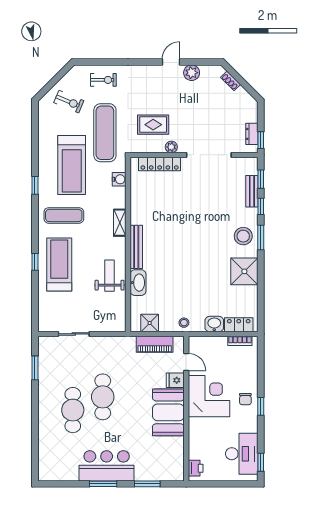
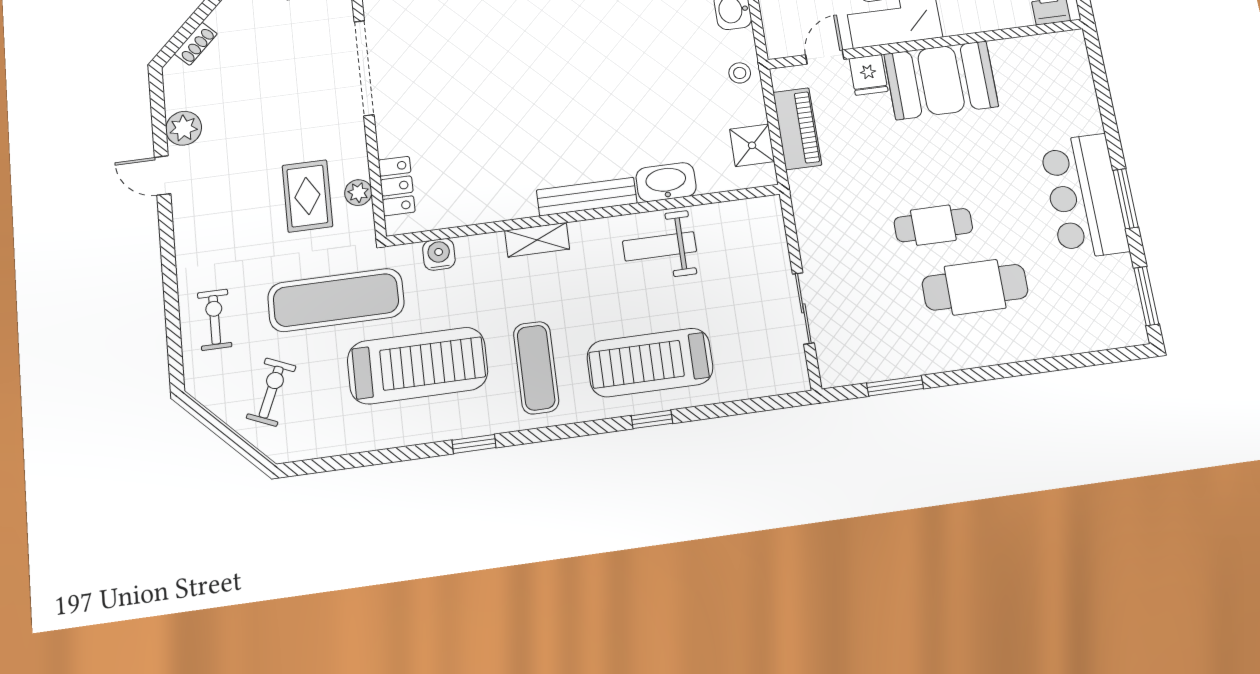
plant: (171, 147) -> (358, 193), moved
locker: (160, 164) -> (397, 186), width x0.66
cafe table: (103, 397) -> (933, 225), width x0.73, depth x0.74
window: (147, 484) -> (1146, 296), moved

